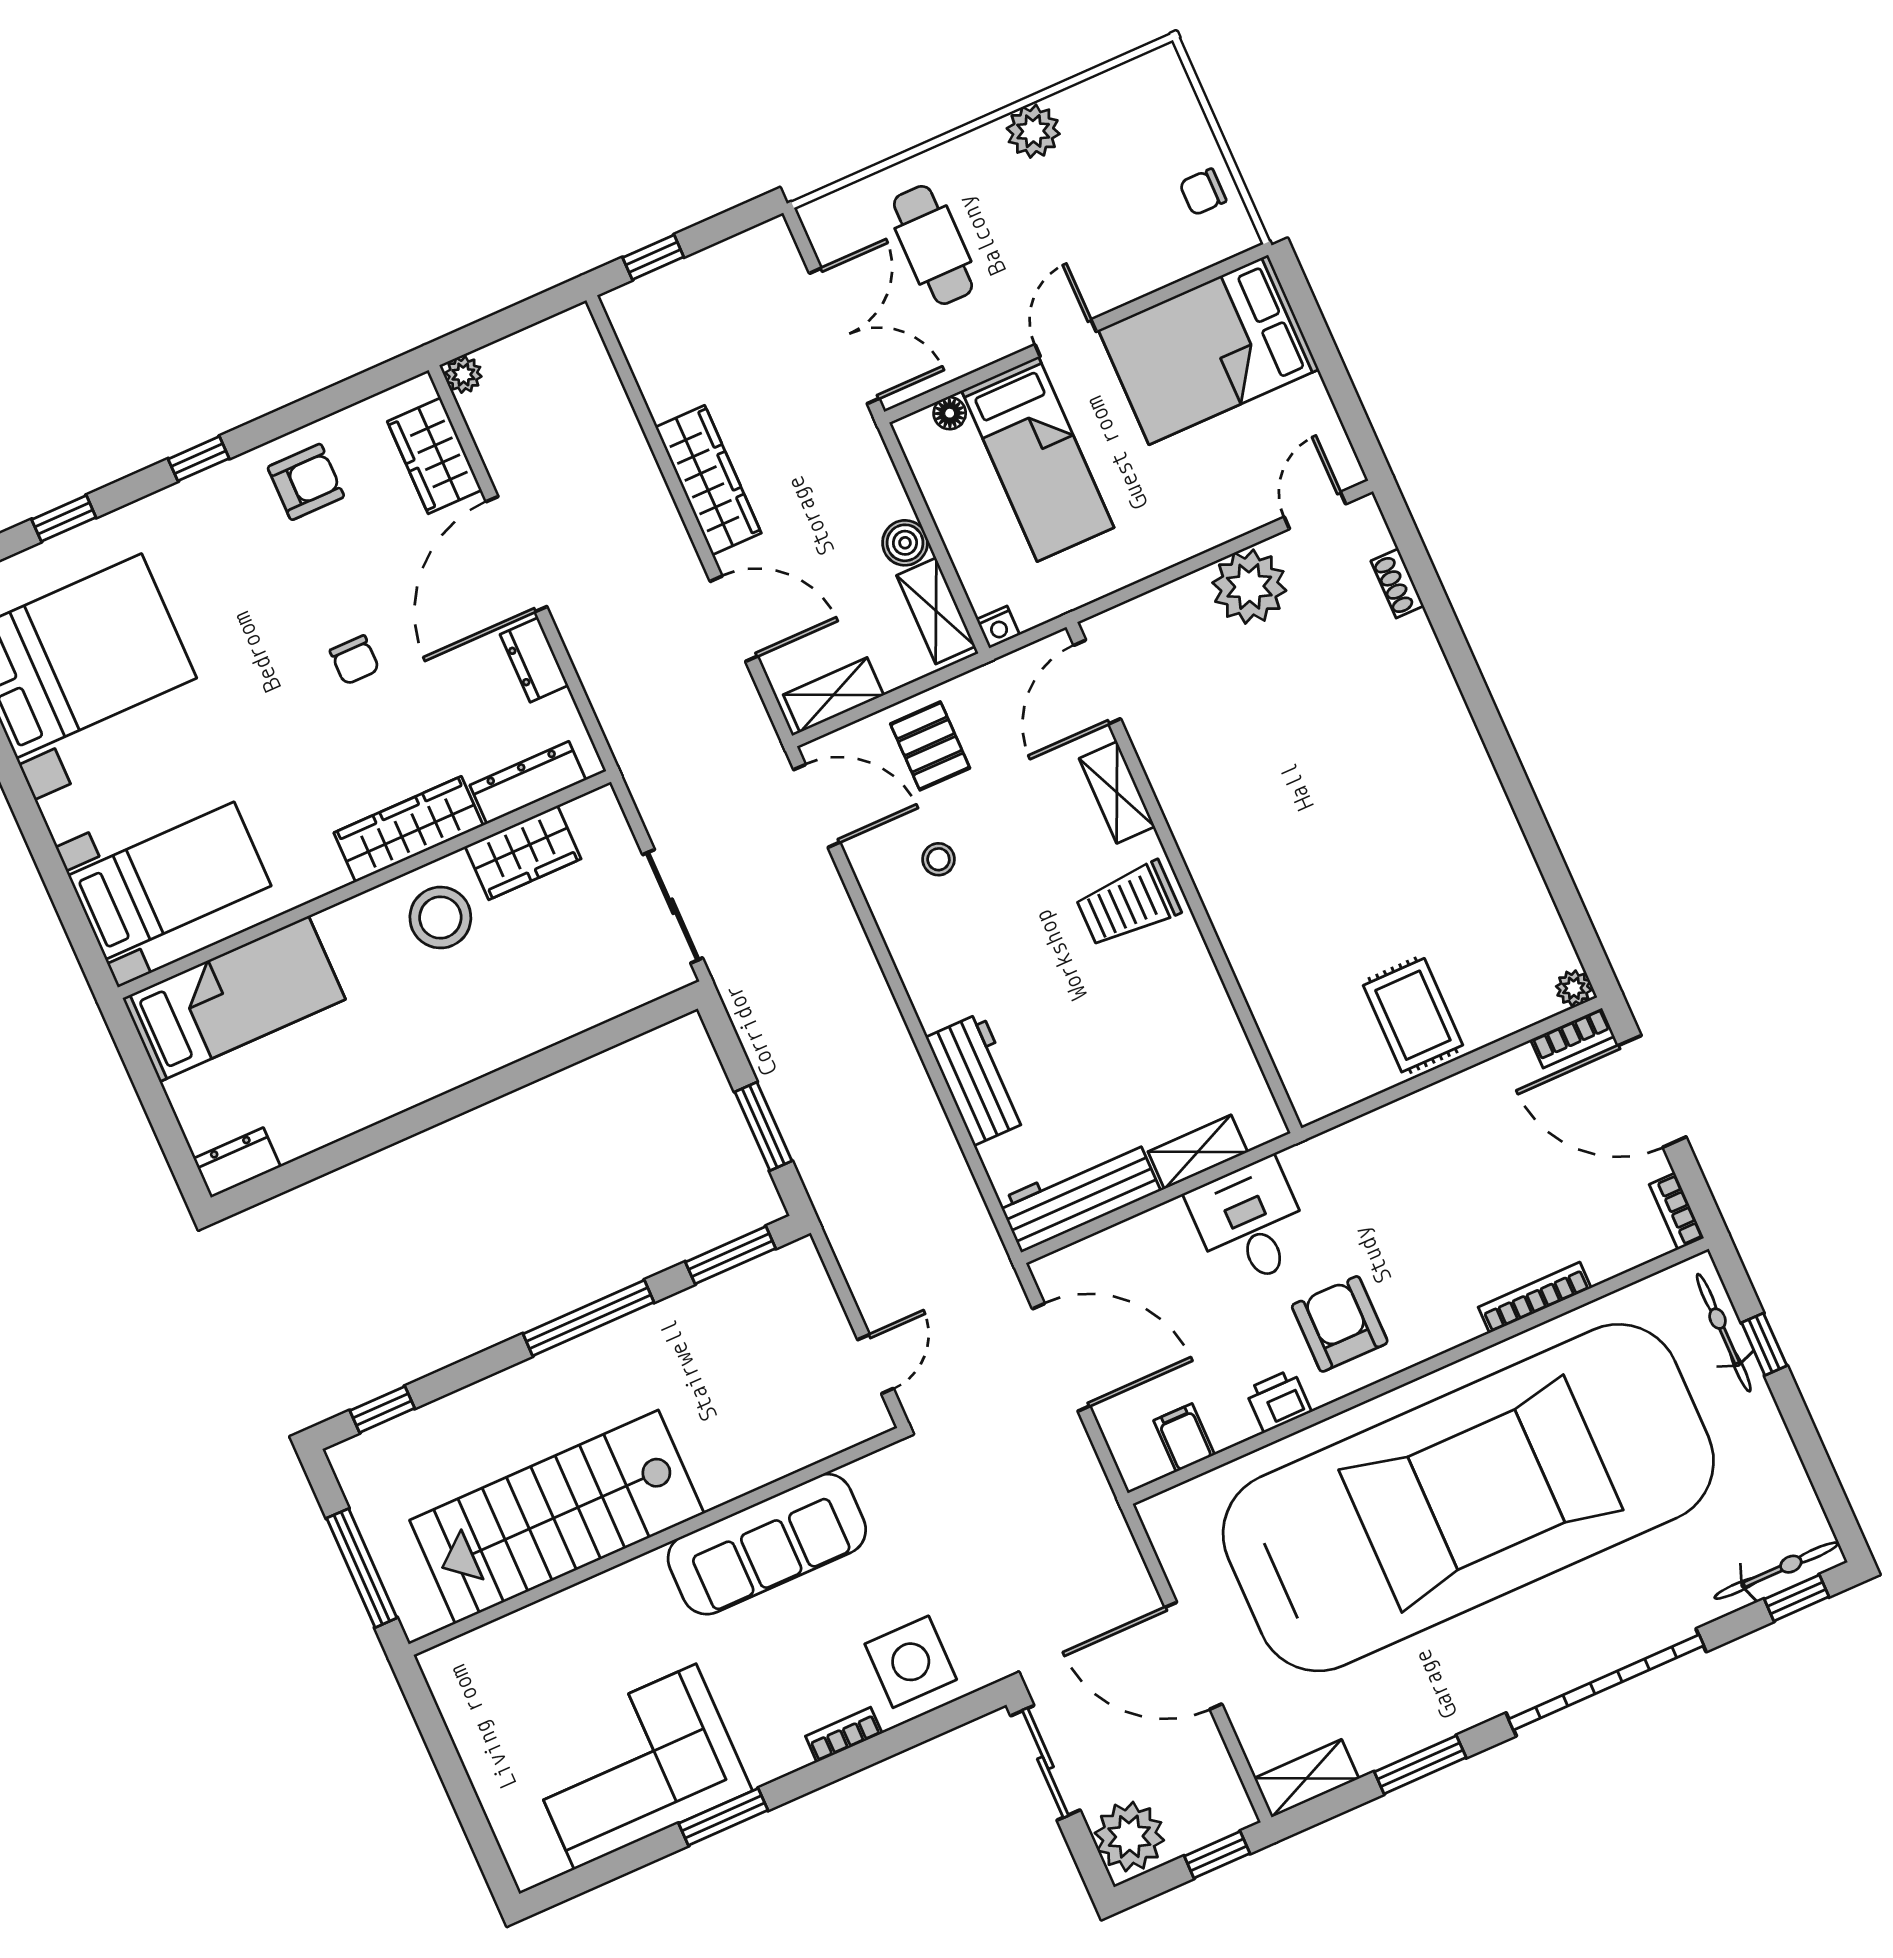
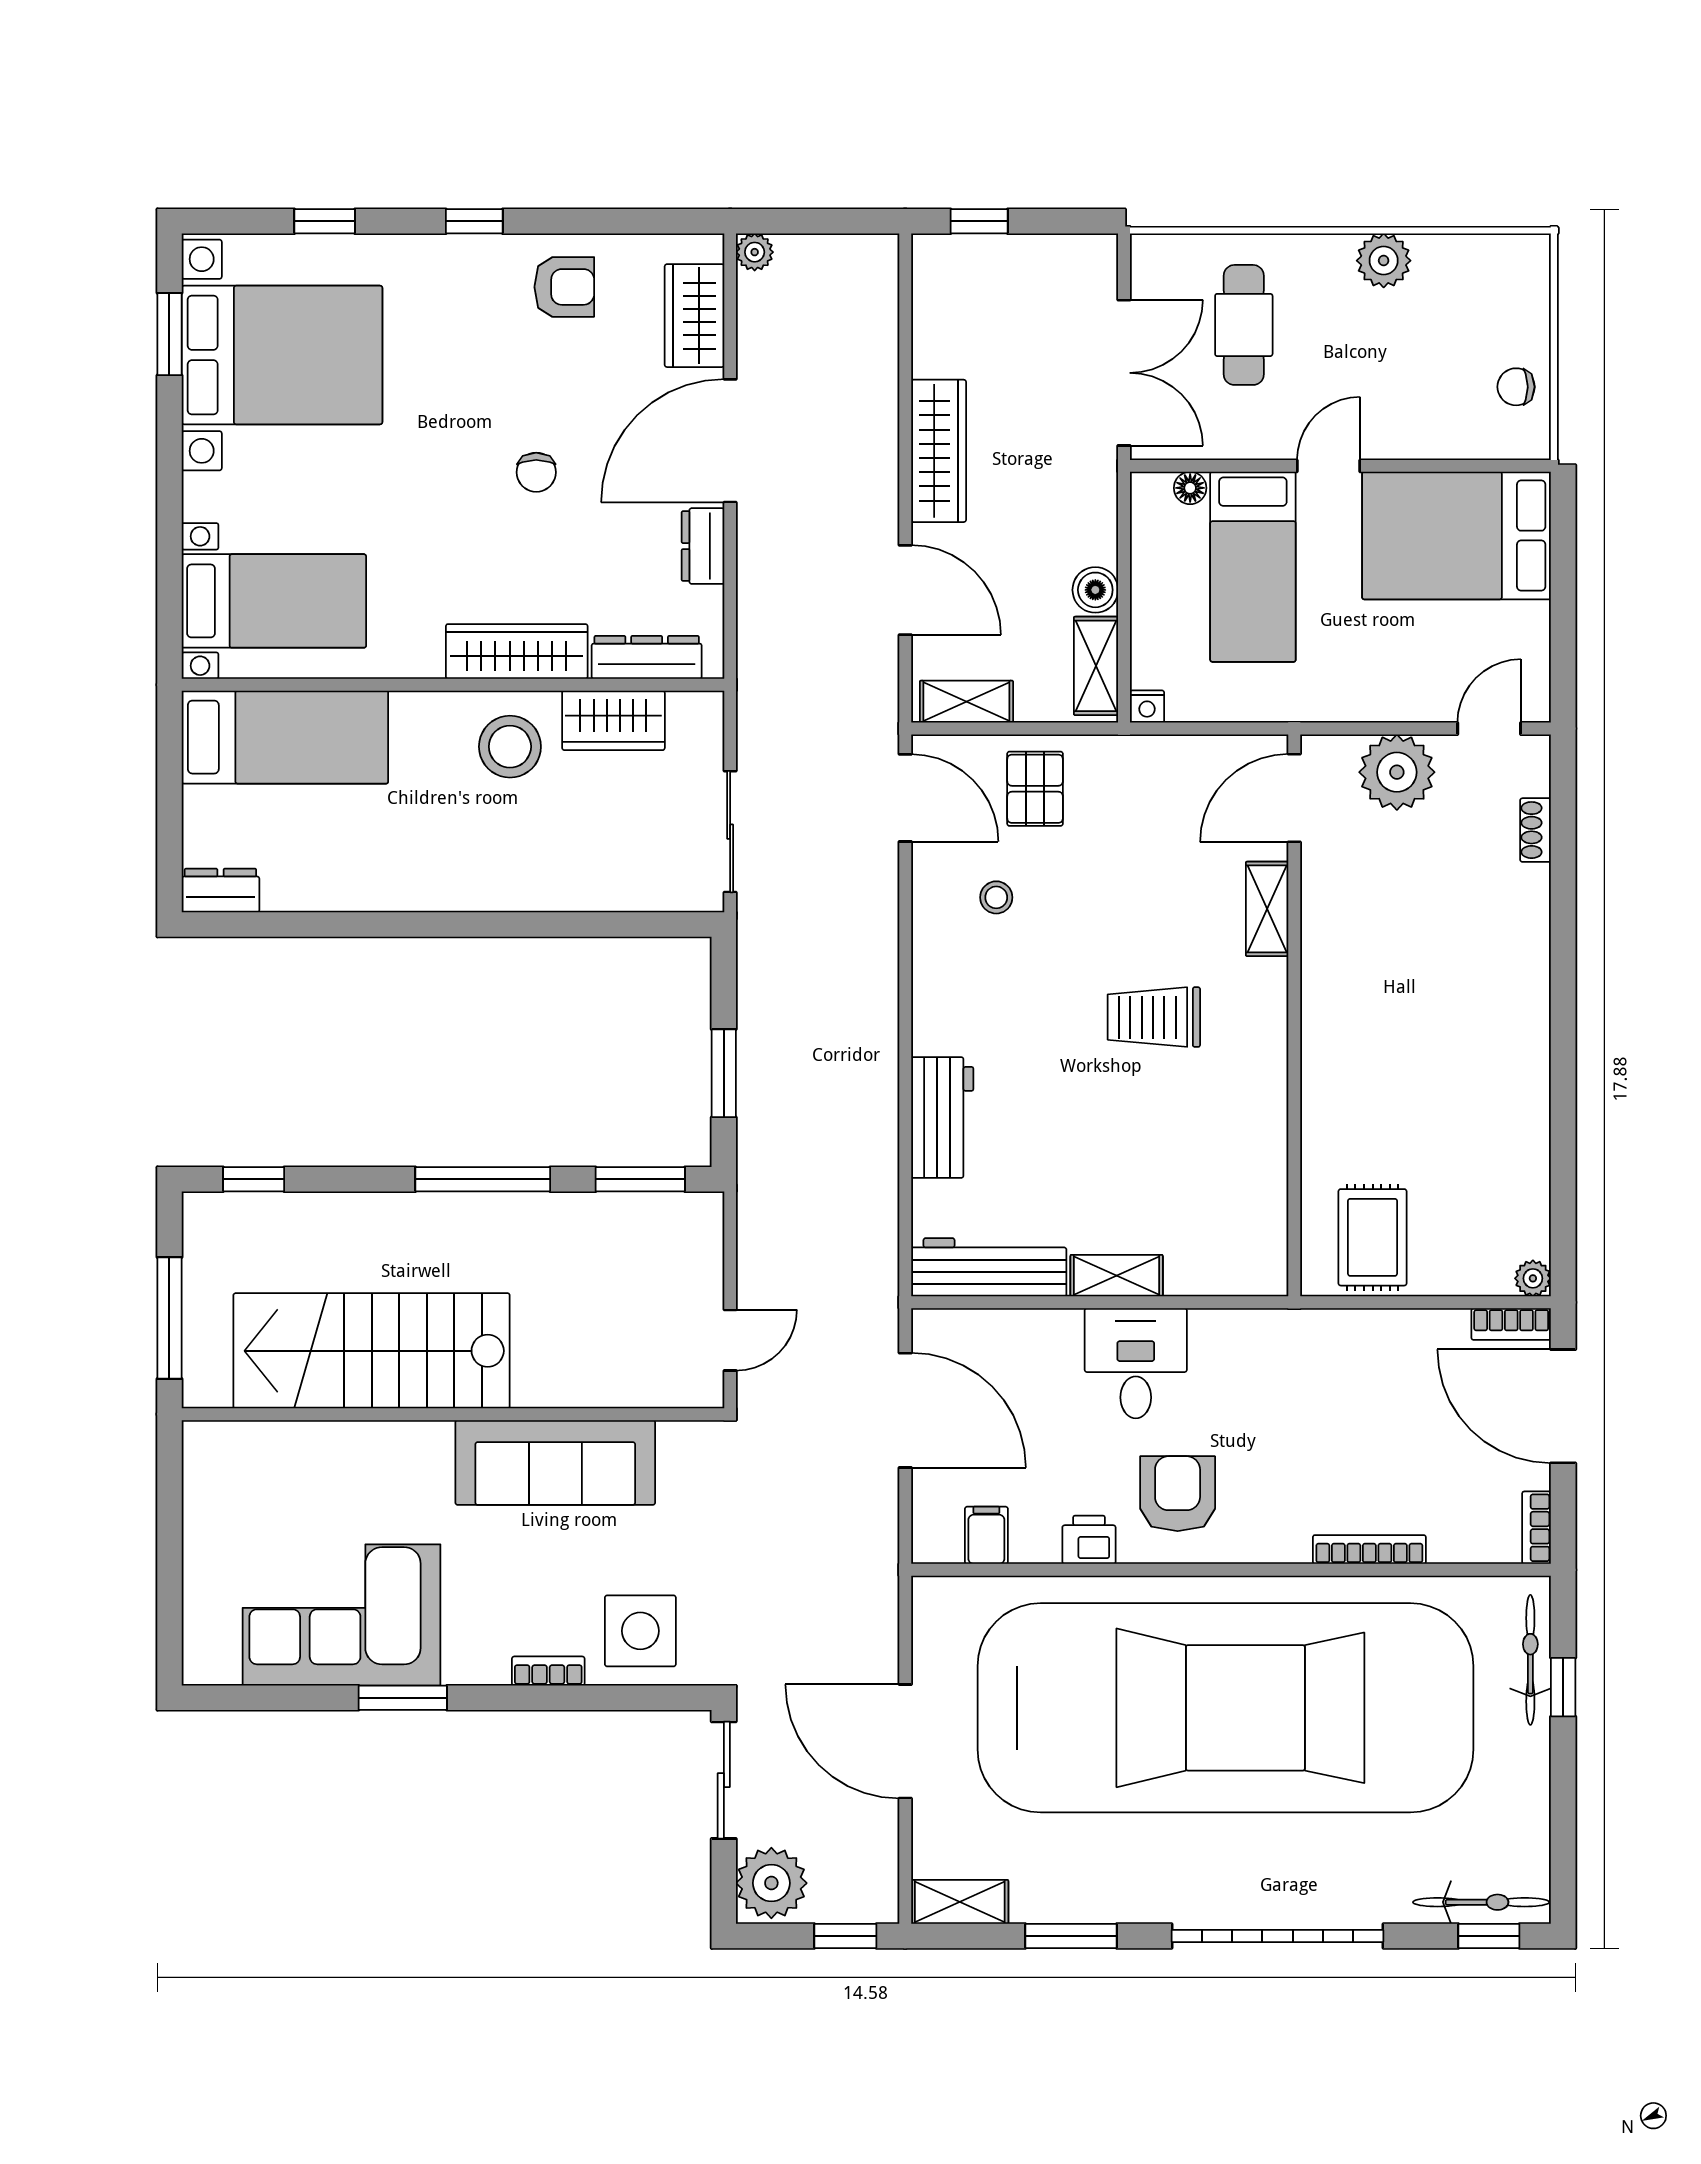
door: (1097, 682) -> (1294, 798), moved
shelving: (1117, 793) -> (1267, 909), moved
wall: (1184, 878) -> (1294, 1015), moved

